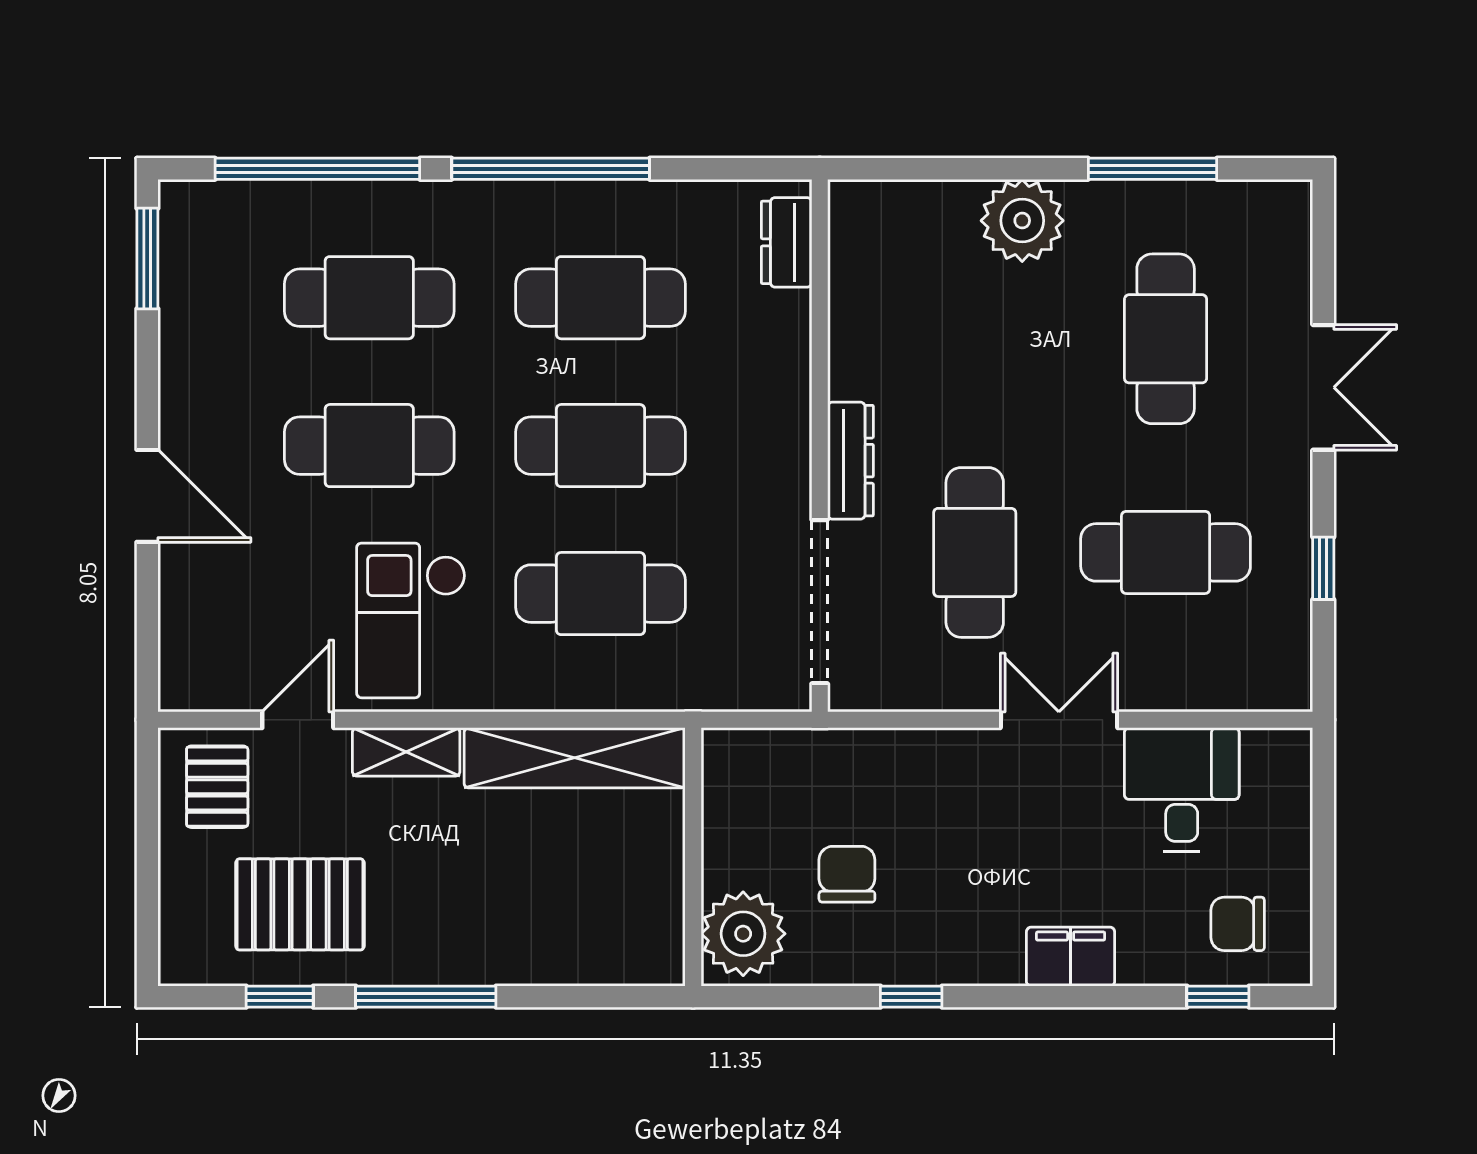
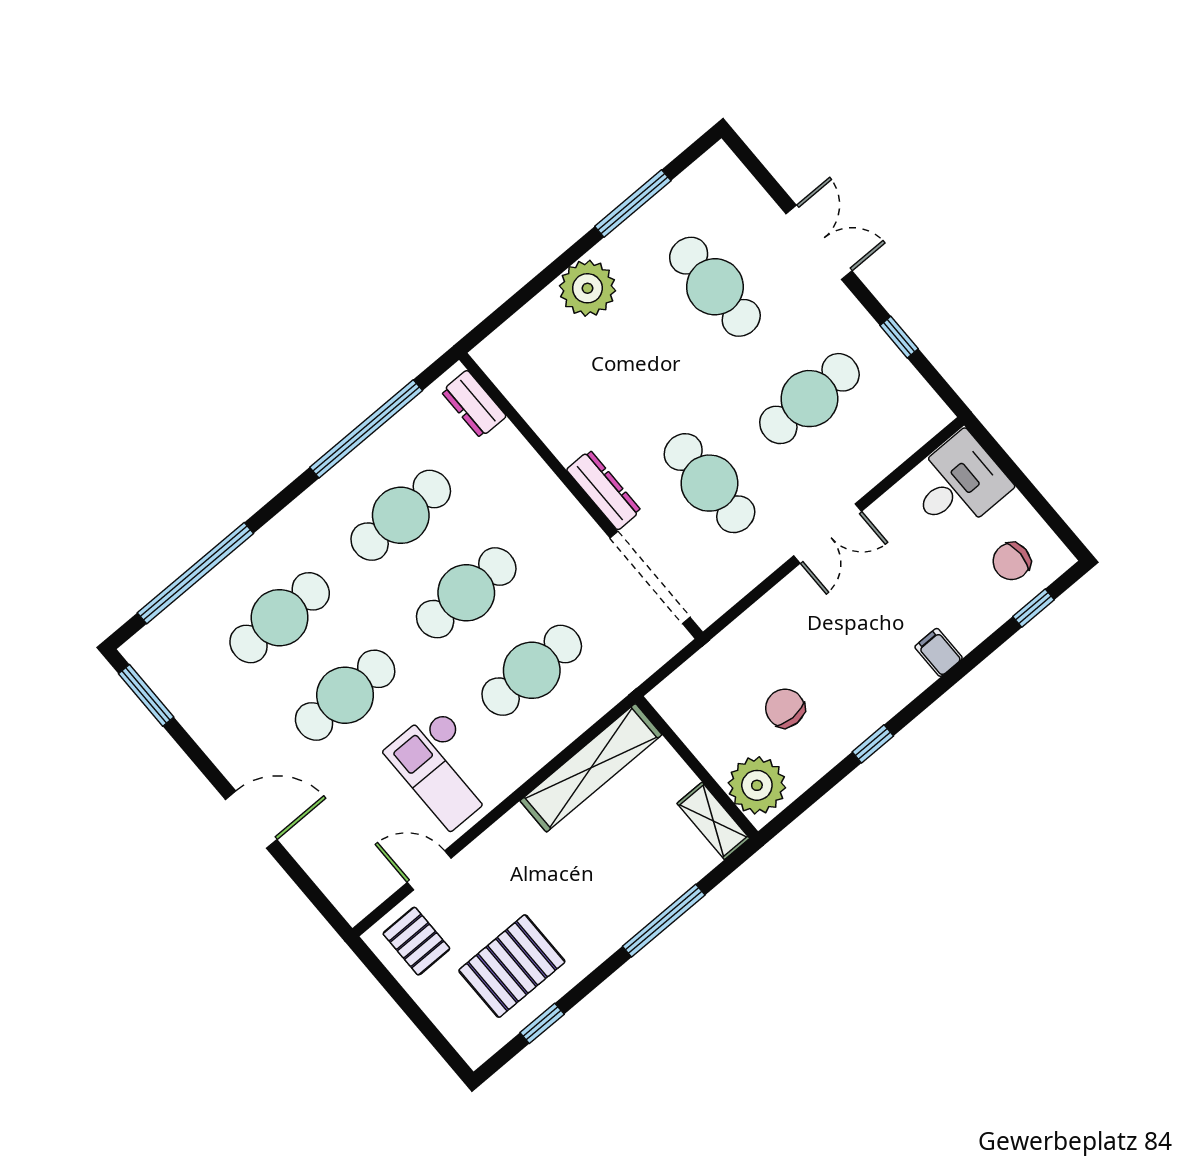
window: (551, 169) -> (366, 429), moved
door: (298, 720) -> (429, 870), hinge flipped
double door: (1059, 720) -> (828, 533), swing flipped
shelving: (406, 752) -> (713, 821), moved, turned 90
desk: (1182, 790) -> (958, 484), moved, turned 90
filing cabinet: (1071, 957) -> (939, 652), width x0.50
window: (426, 997) -> (664, 921), moved

